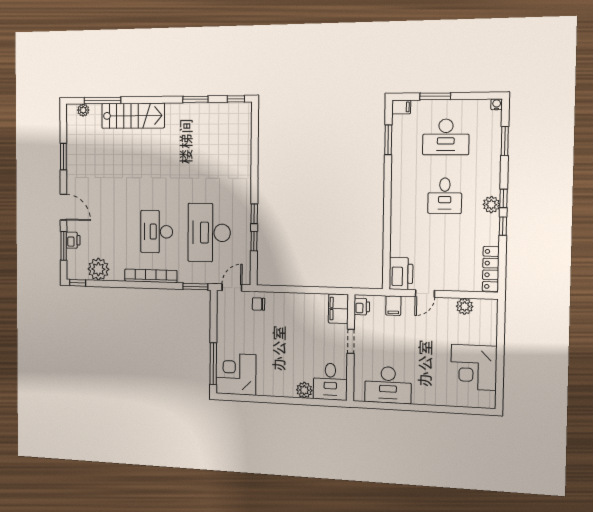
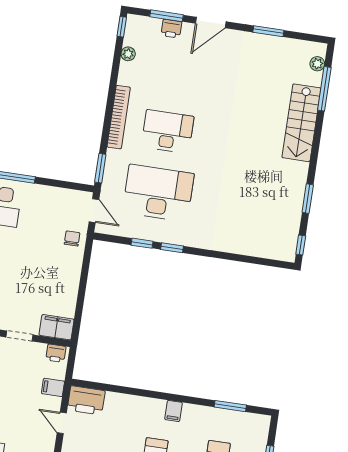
filing cabinet: (401, 107) -> (174, 411), moved
plant: (98, 269) -> (128, 54), width x0.53, depth x0.53

